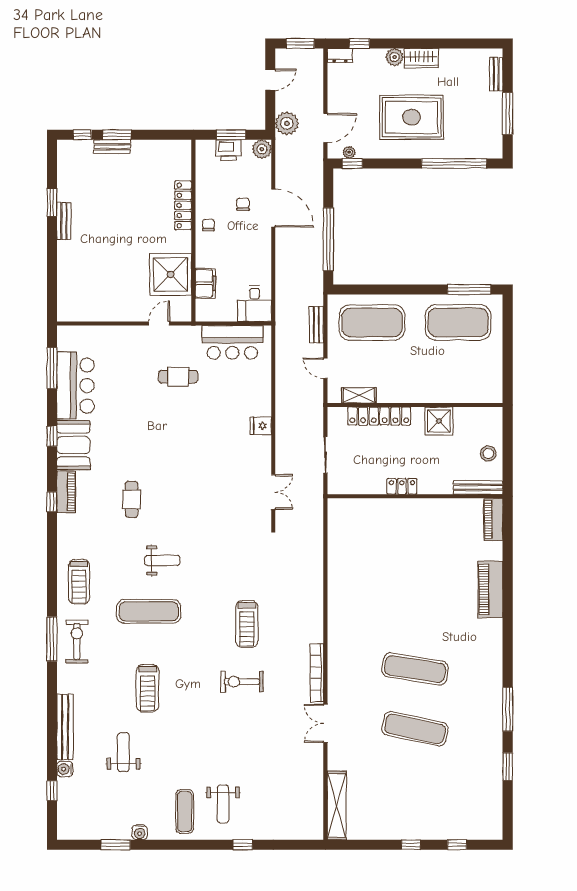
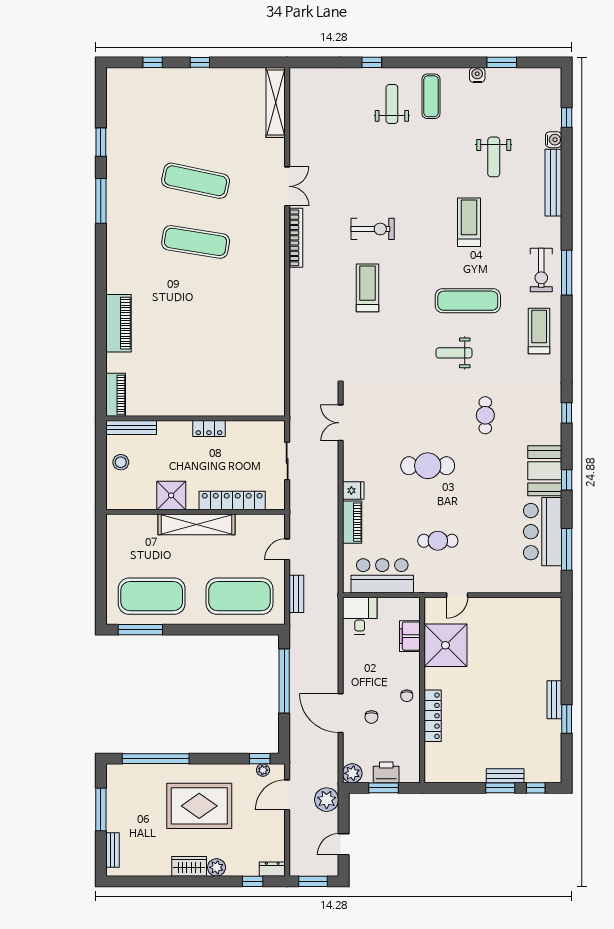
door: (325, 368) -> (287, 549), swing flipped
shelving: (359, 395) -> (197, 524), moved, width x2.20, depth x1.33
cafe table: (188, 450) -> (428, 466), added
piano: (66, 492) -> (352, 522), moved, turned 180

